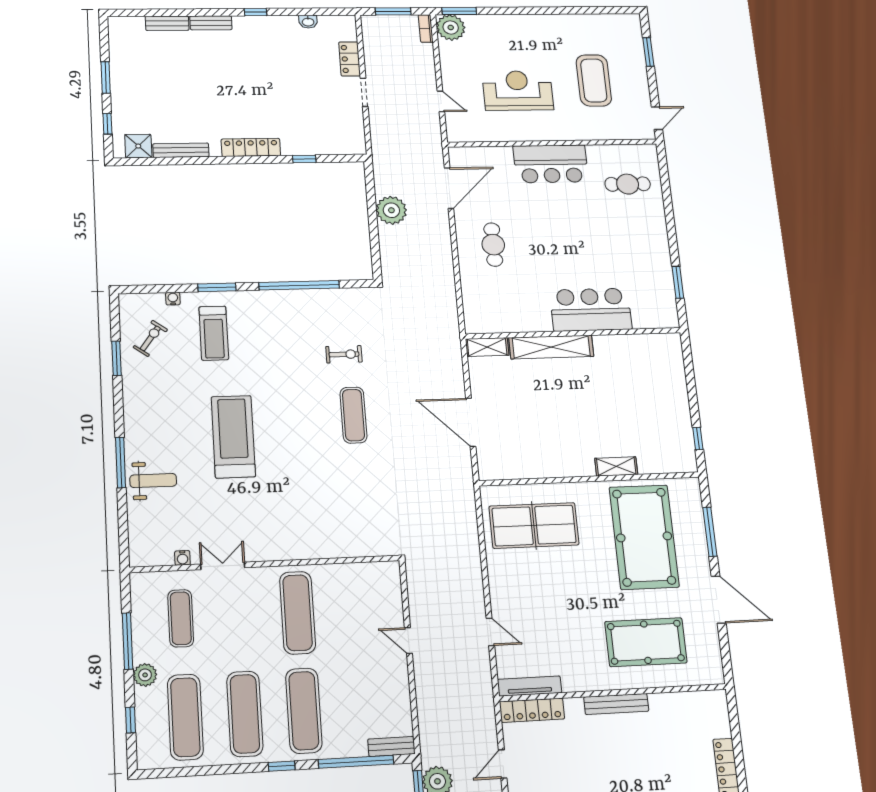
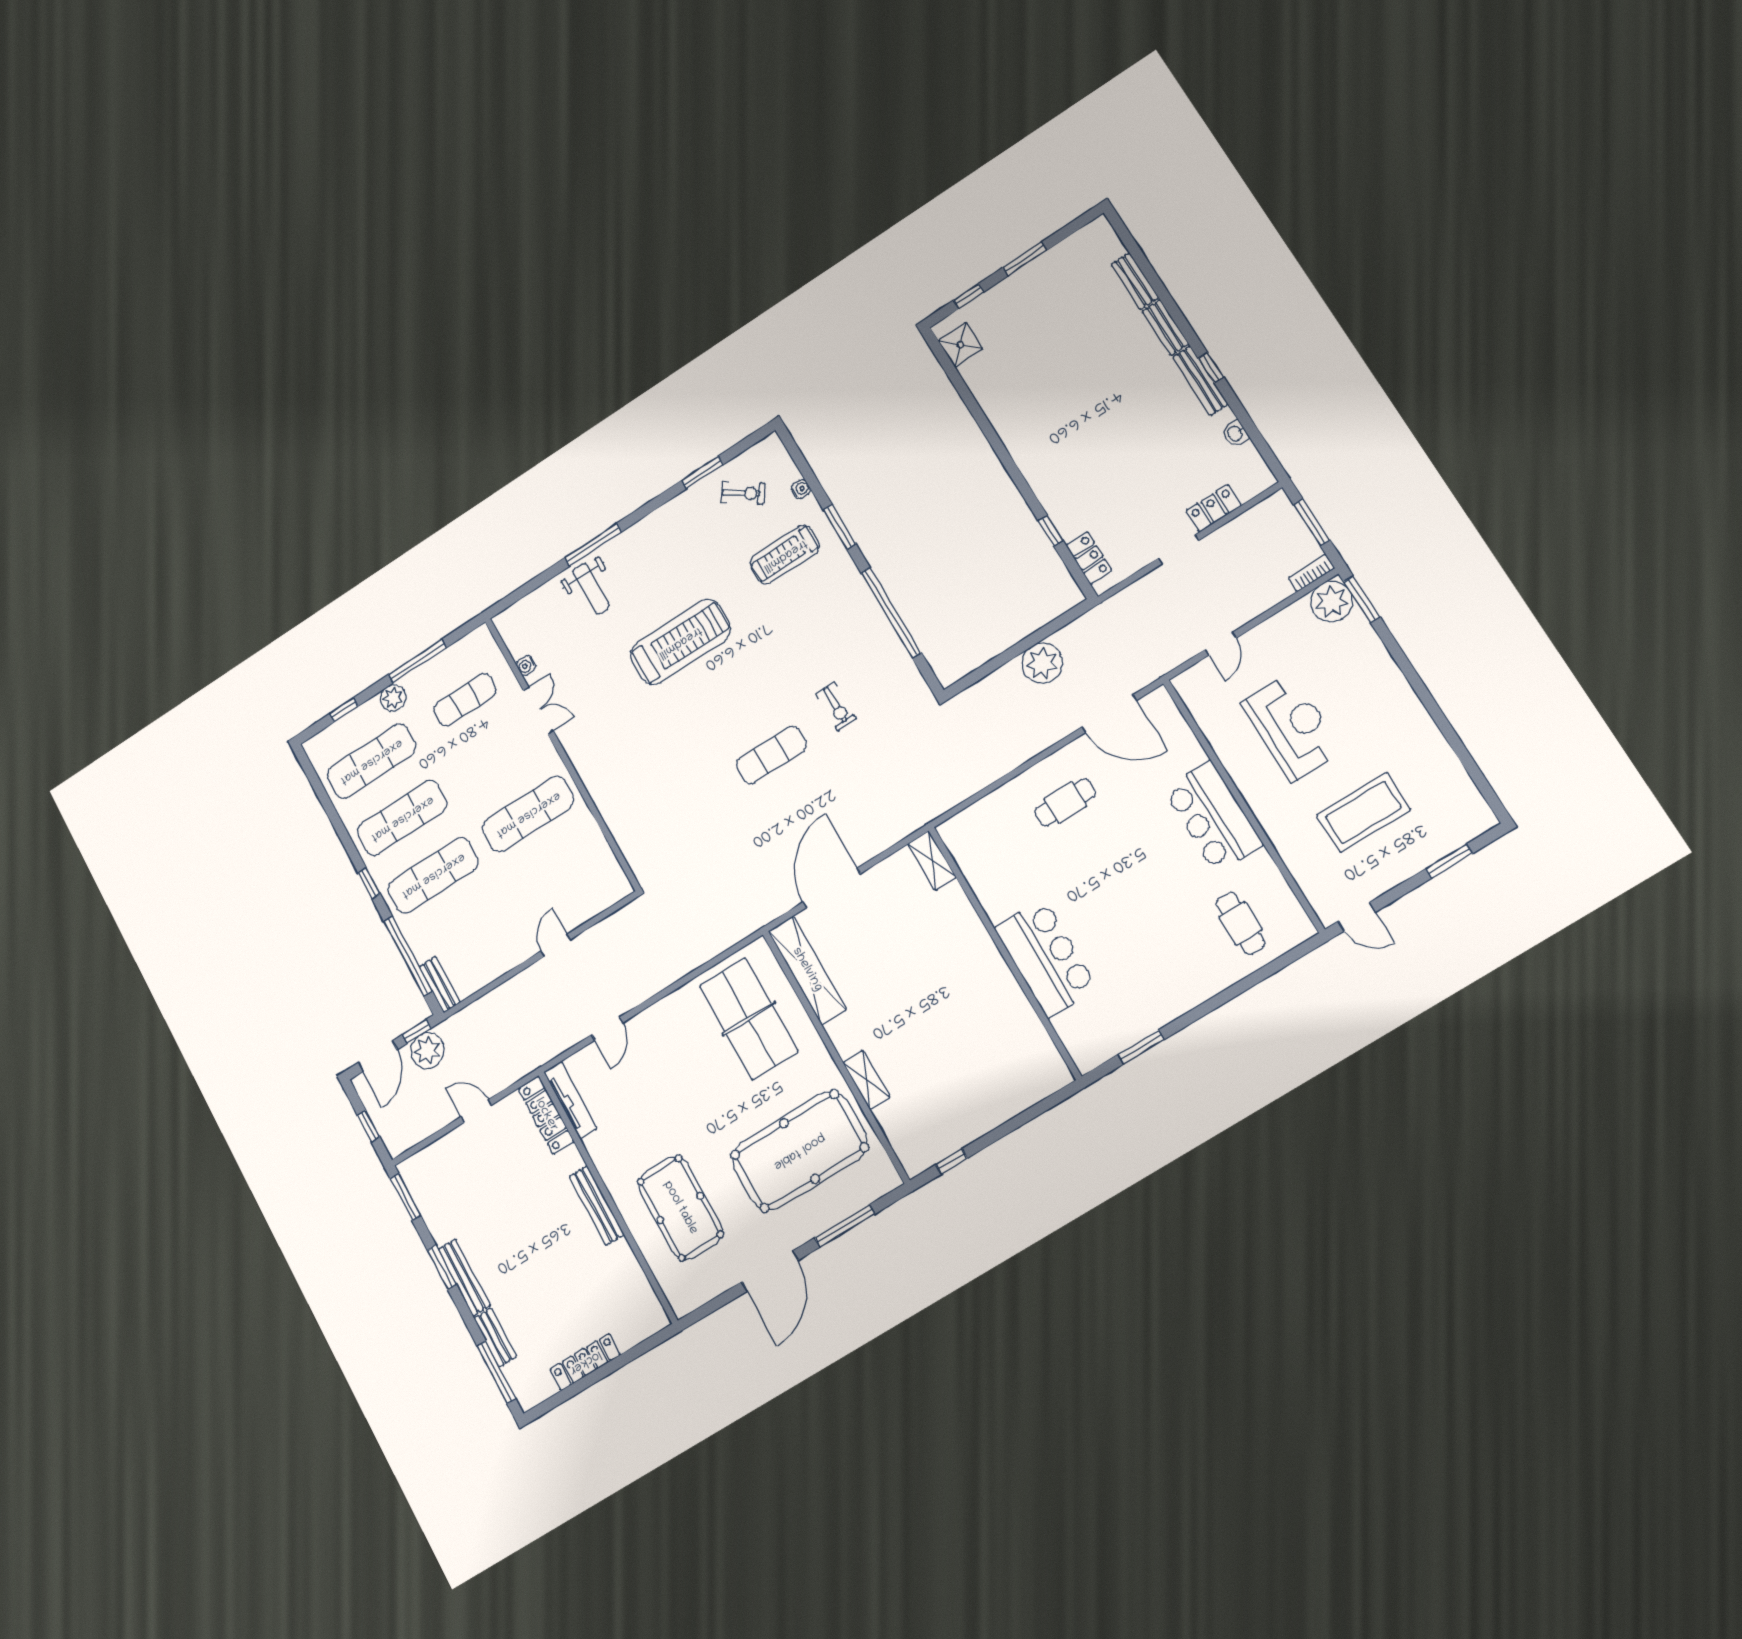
locker: (251, 147) -> (1089, 558), moved, width x0.66
bench: (181, 150) -> (1200, 381), moved
shelving: (551, 347) -> (807, 970), moved

